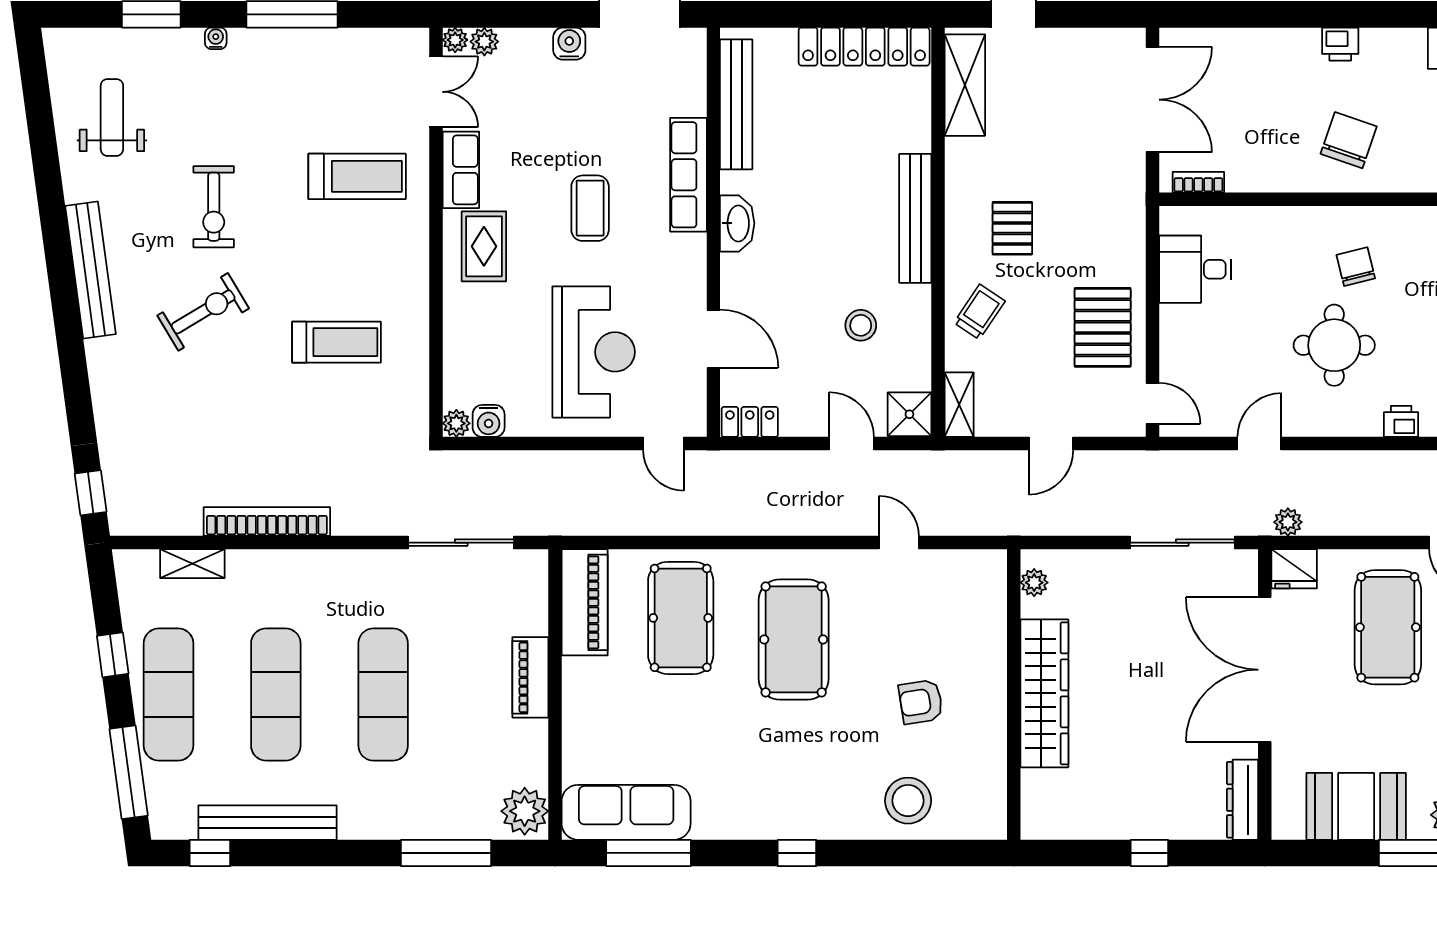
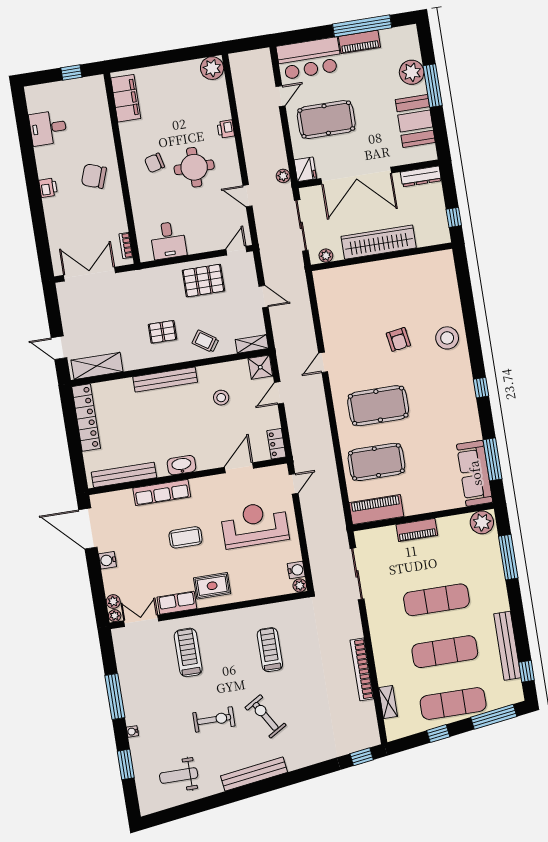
plant: (1034, 583) -> (326, 256), moved
wardrobe: (1044, 693) -> (379, 242), moved
wall: (1014, 694) -> (382, 257), moved

